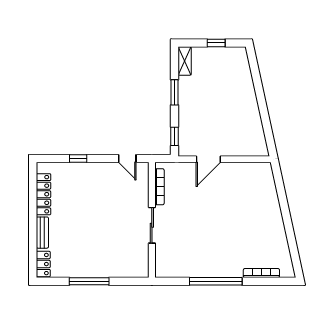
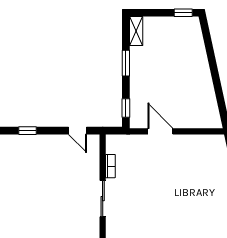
window: (216, 43) -> (183, 13), moved
door: (208, 159) -> (160, 131), swing flipped
bookcase: (159, 187) -> (110, 166), width x0.64

